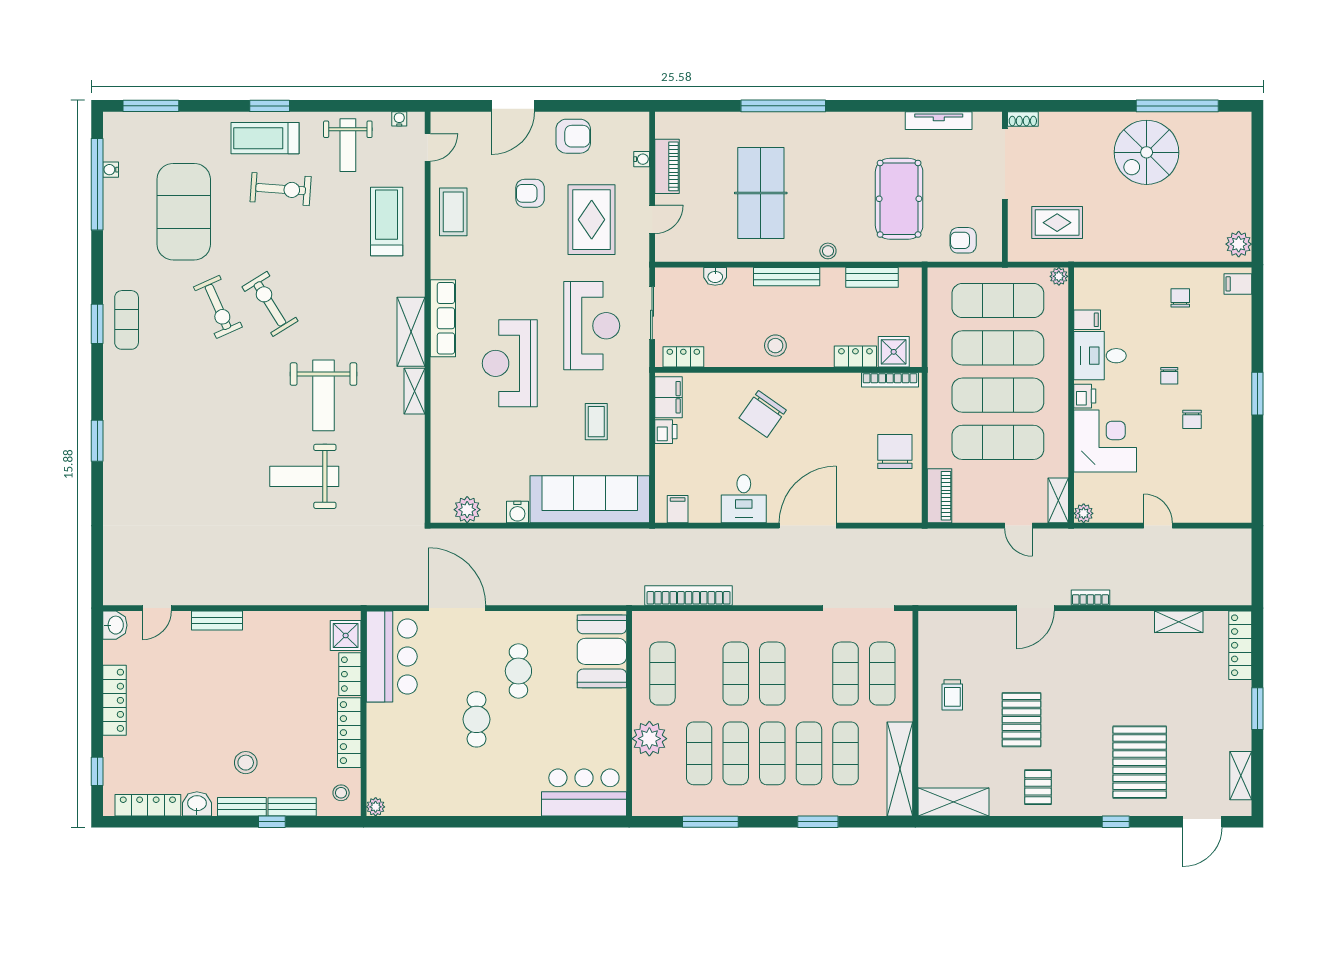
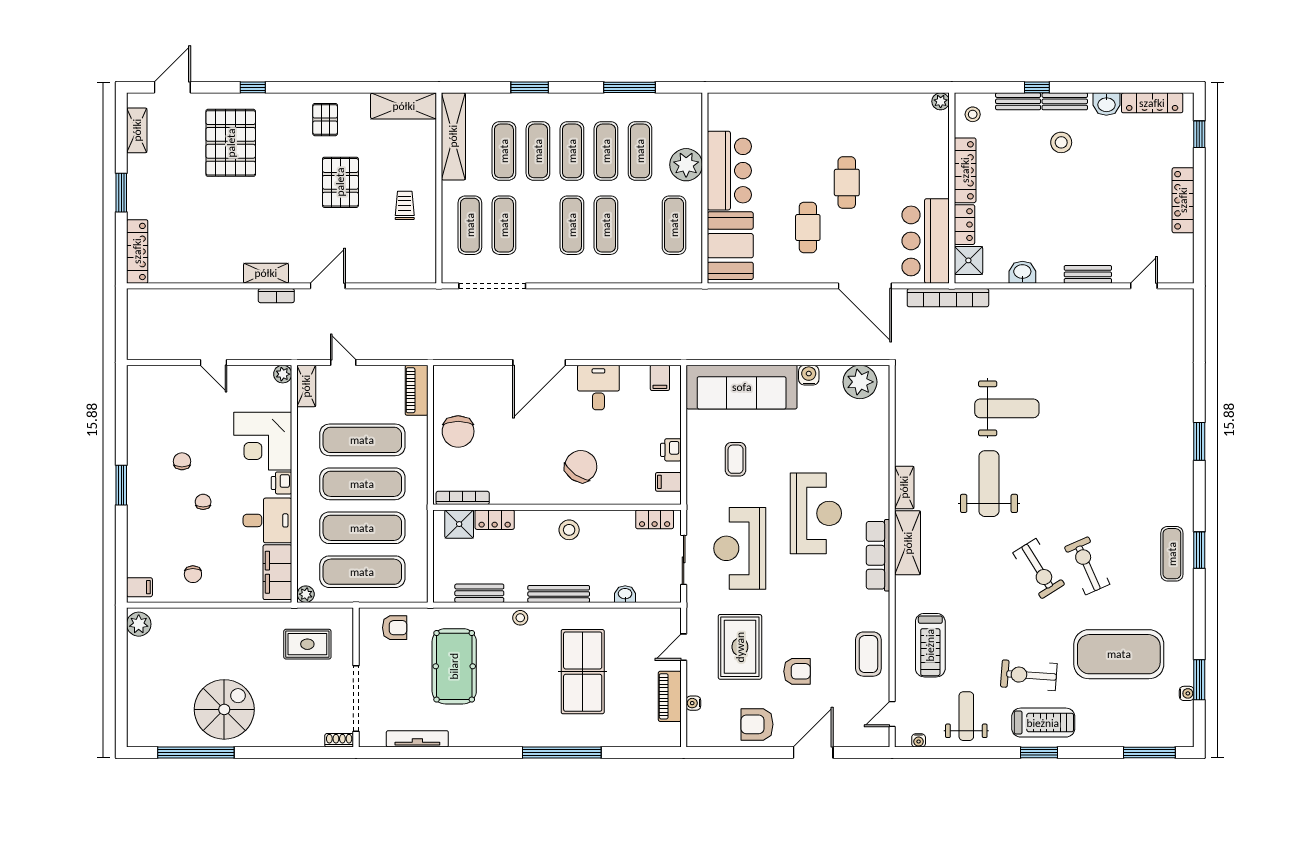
window: (97, 184) -> (1199, 680), width x0.47
exercise mat: (184, 212) -> (1119, 654), turned 90
filing cabinet: (1087, 320) -> (277, 572), width x3.00, depth x1.17
filing cabinet: (669, 397) -> (668, 482), width x0.50
plant: (467, 510) -> (860, 382), width x1.36, depth x1.36
bookcase: (689, 595) -> (948, 298), moved
shelving: (1179, 622) -> (266, 273), moved
washbasin: (115, 625) -> (1022, 272), moved, turned 90
bar counter: (584, 792) -> (729, 171), moved, turned -90

